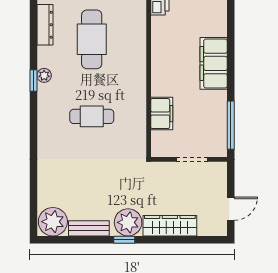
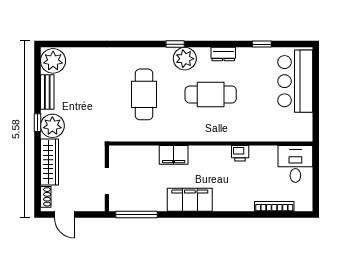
dresser: (45, 25) -> (223, 54), width x0.70
plant: (44, 75) -> (185, 59), width x1.87, depth x1.87
filing cabinet: (162, 114) -> (174, 155), moved
cafe table: (92, 116) -> (144, 94), width x1.37, depth x1.35
shoe rack: (210, 230) -> (46, 197), added

